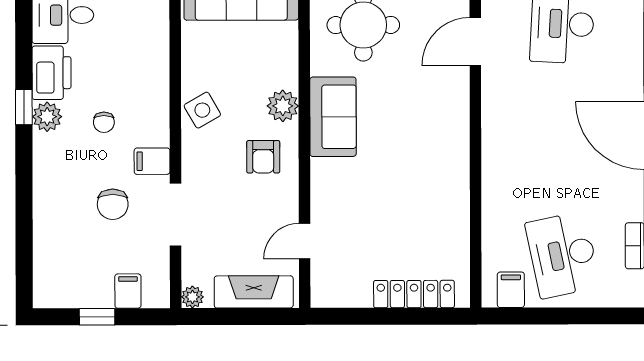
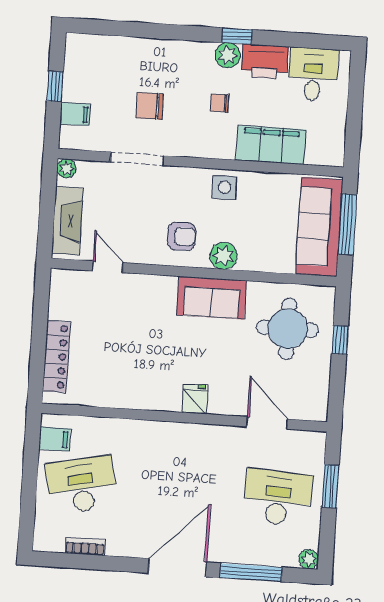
side table: (202, 110) -> (224, 187), turned 30
fridge: (453, 129) -> (195, 399), added
armchair: (263, 157) -> (181, 236), turned 180
filing cabinet: (152, 161) -> (271, 145), moved, width x3.00, depth x1.17

